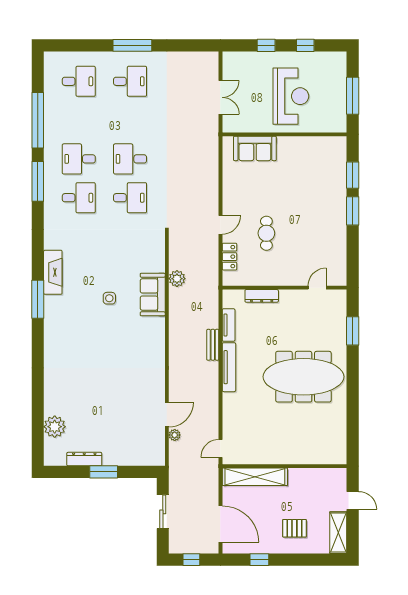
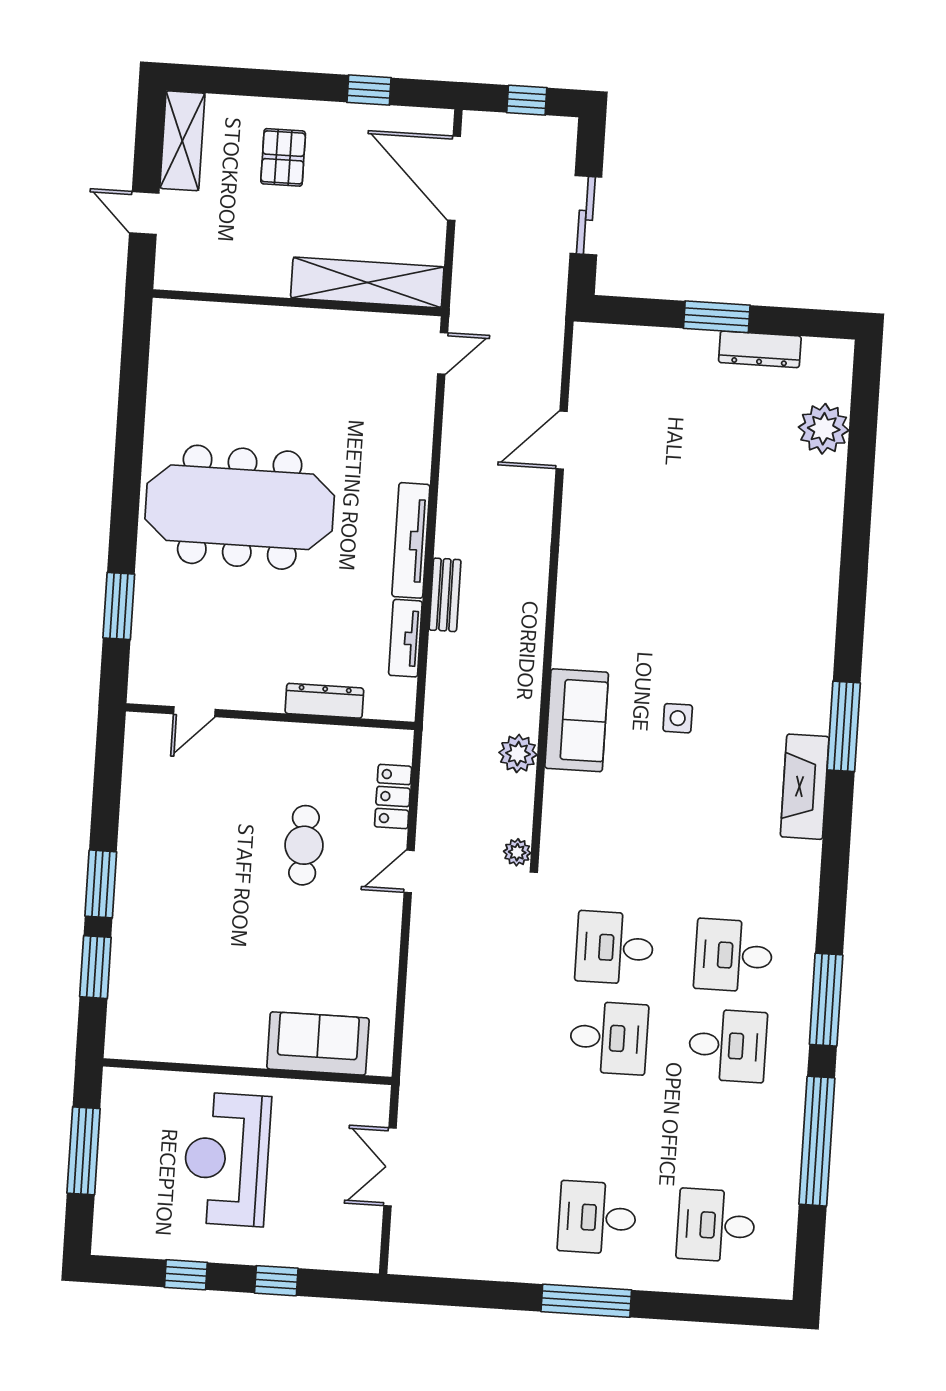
plant: (175, 435) -> (517, 852), moved
pallet: (294, 528) -> (283, 157), turned 90

